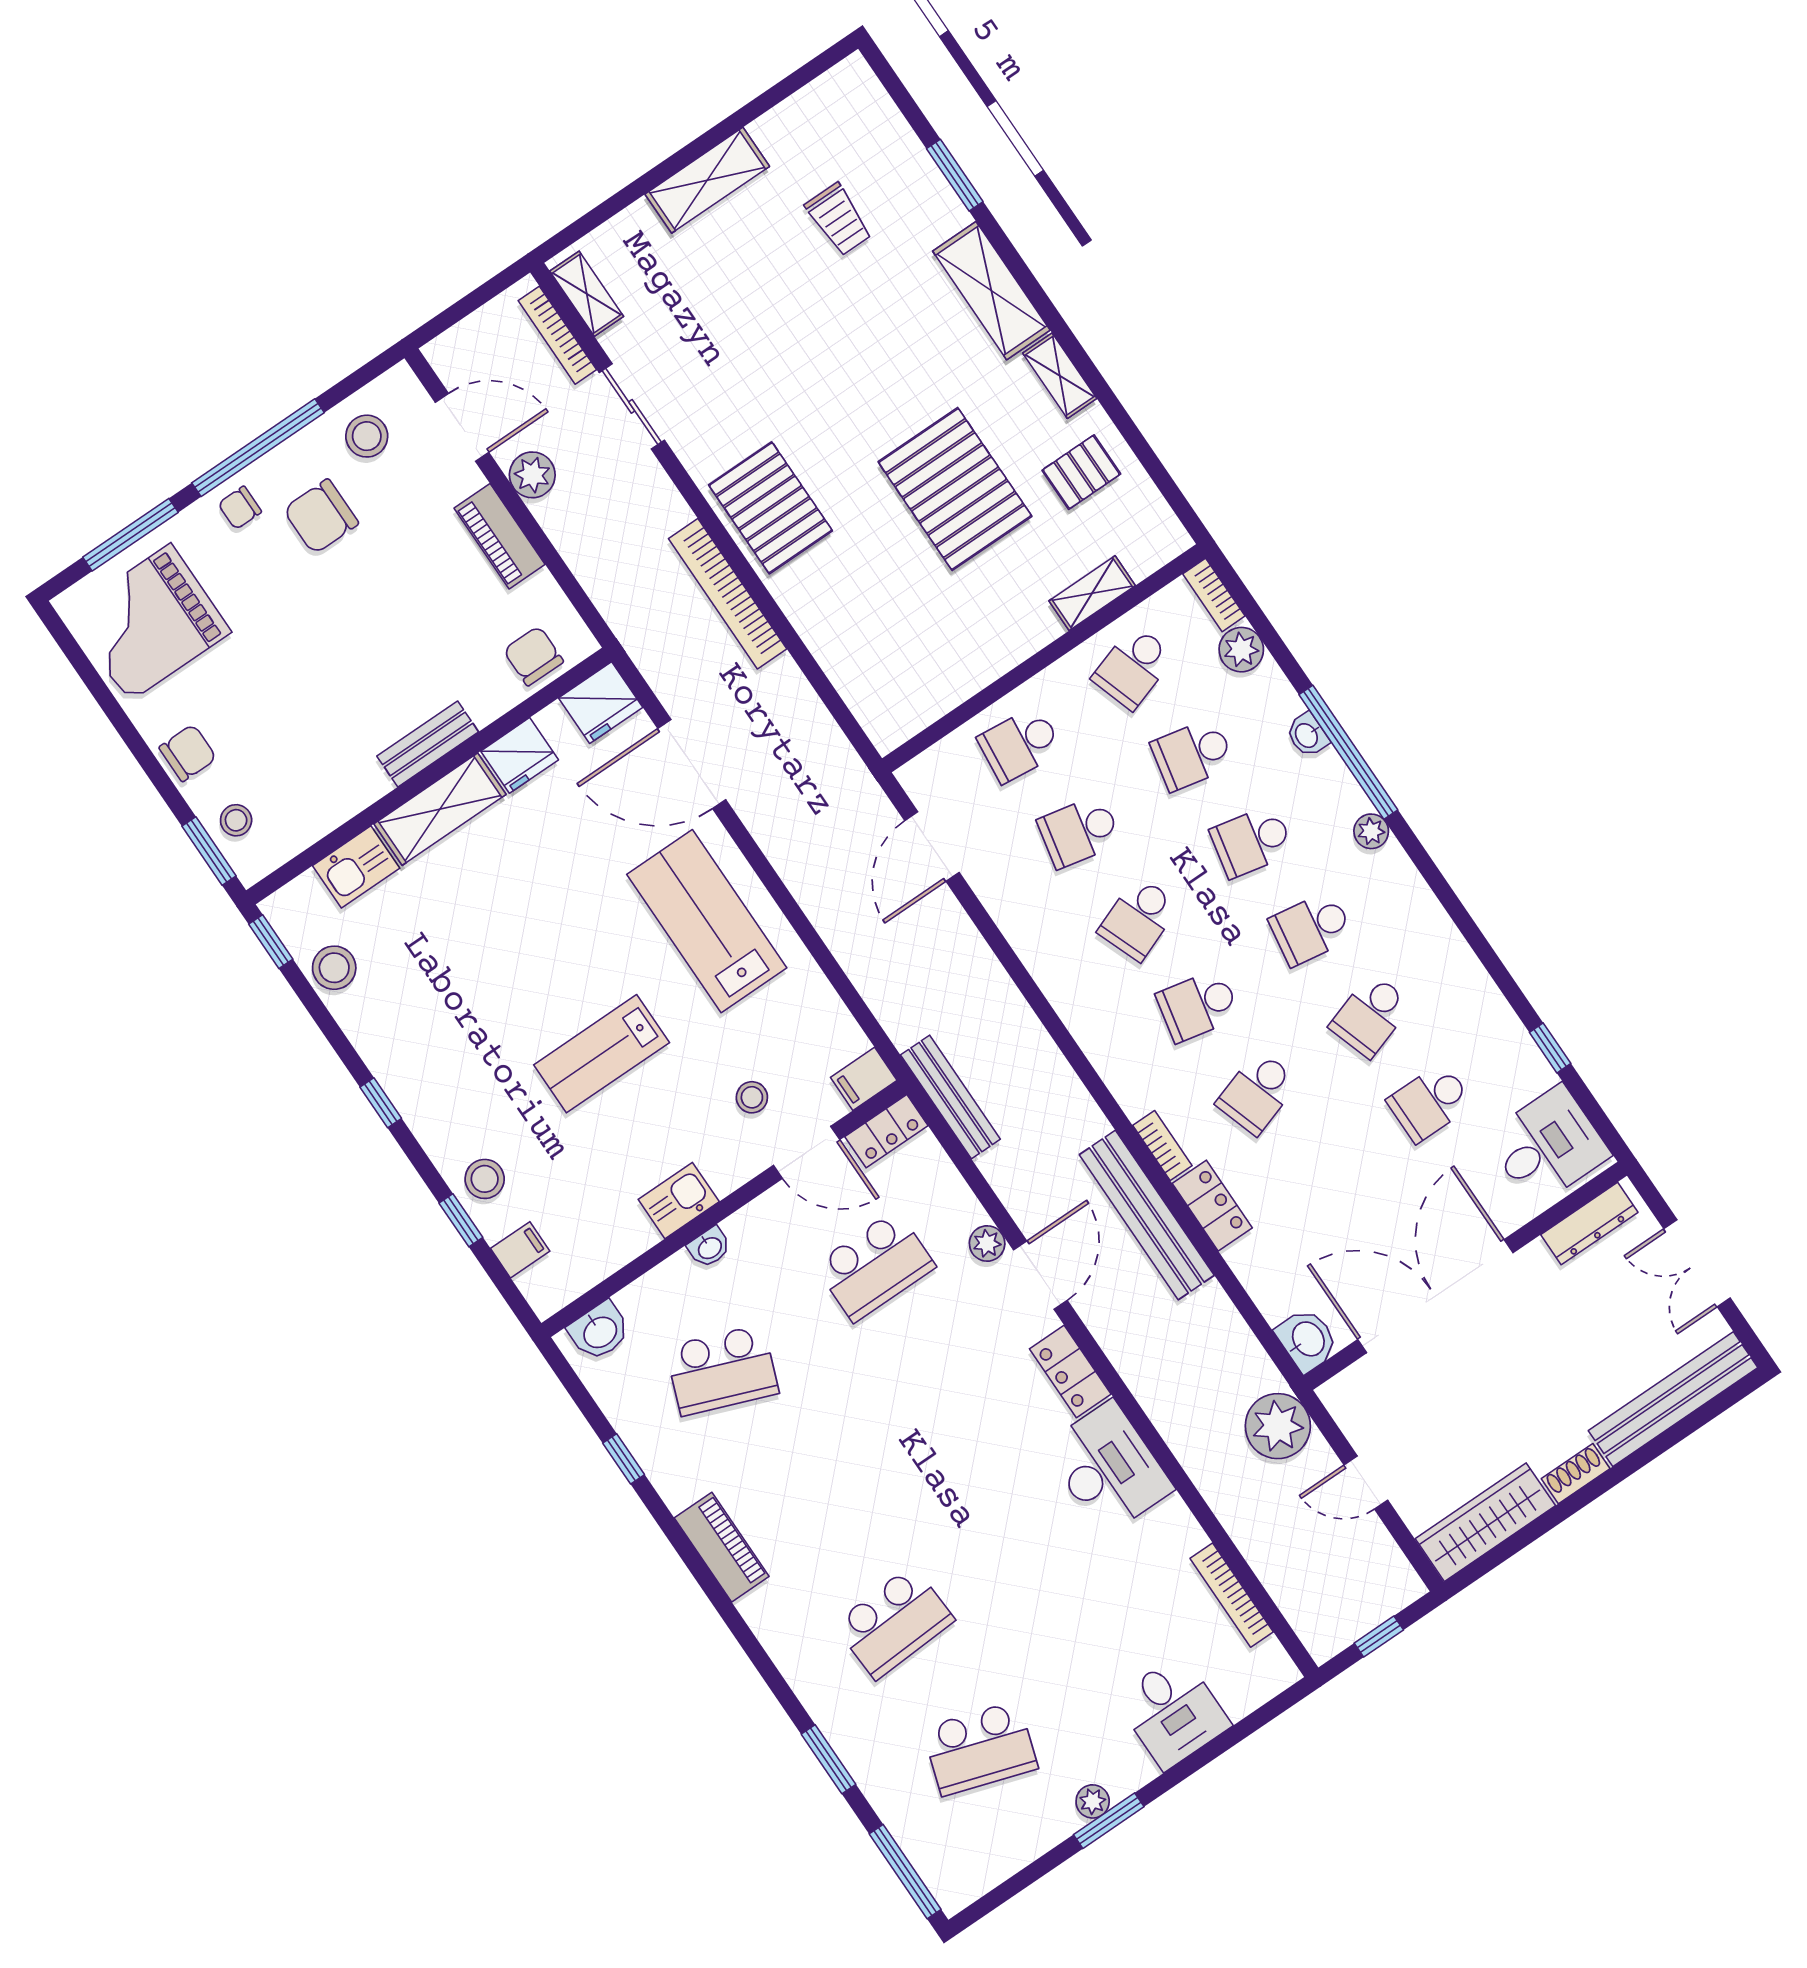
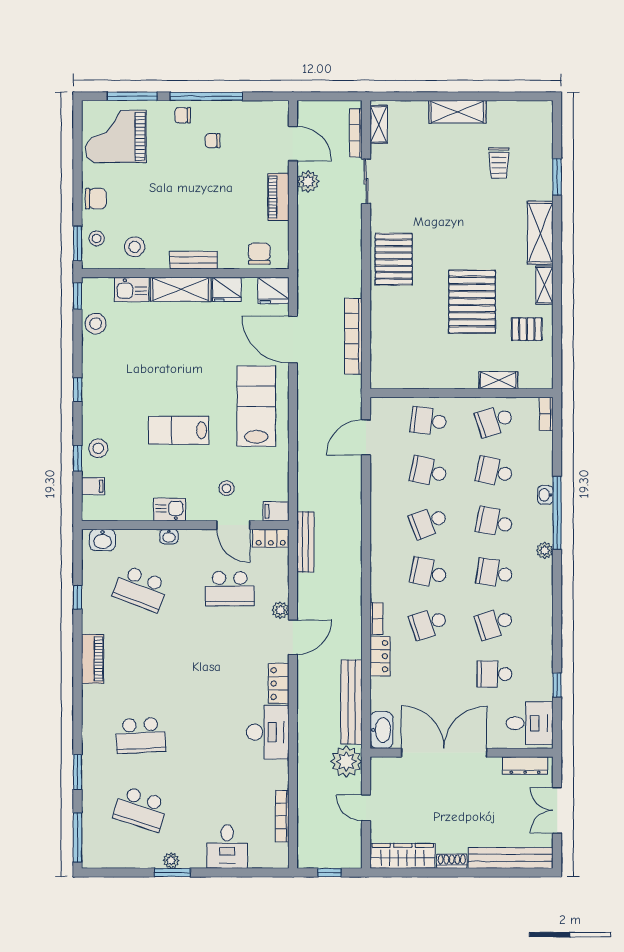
stool: (367, 436) -> (135, 247), moved
chair: (321, 516) -> (213, 141), width x0.54, depth x0.54
bookcase: (728, 594) -> (353, 336), moved
plant: (1241, 650) -> (542, 443), removed
bench: (1147, 1215) -> (351, 702), moved
washbasin: (1307, 1340) -> (381, 730), width x1.38

